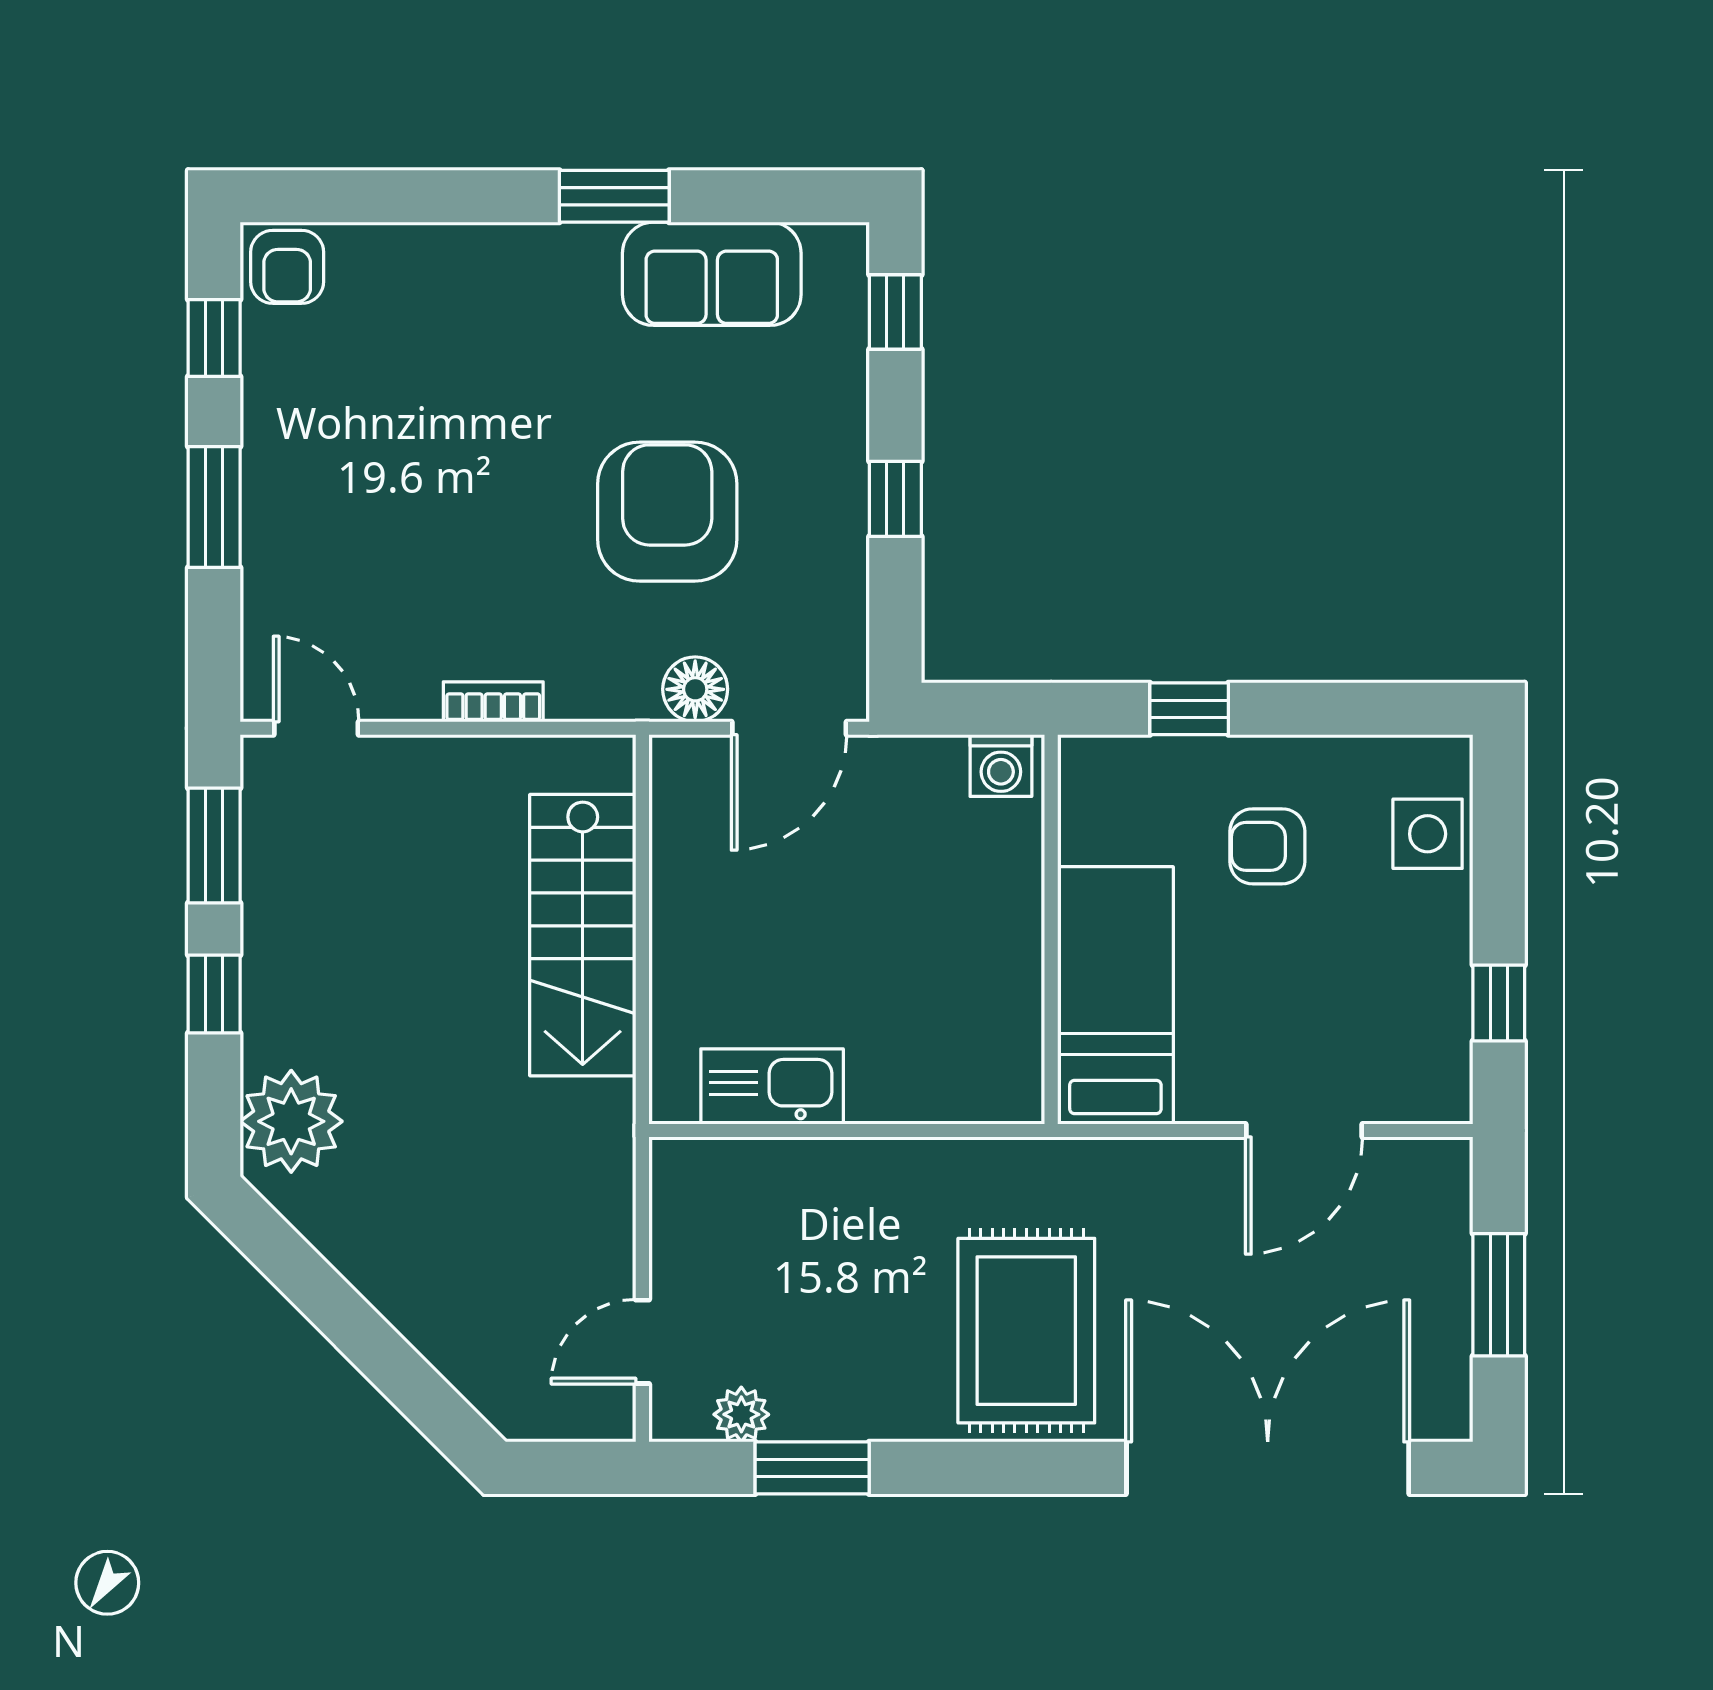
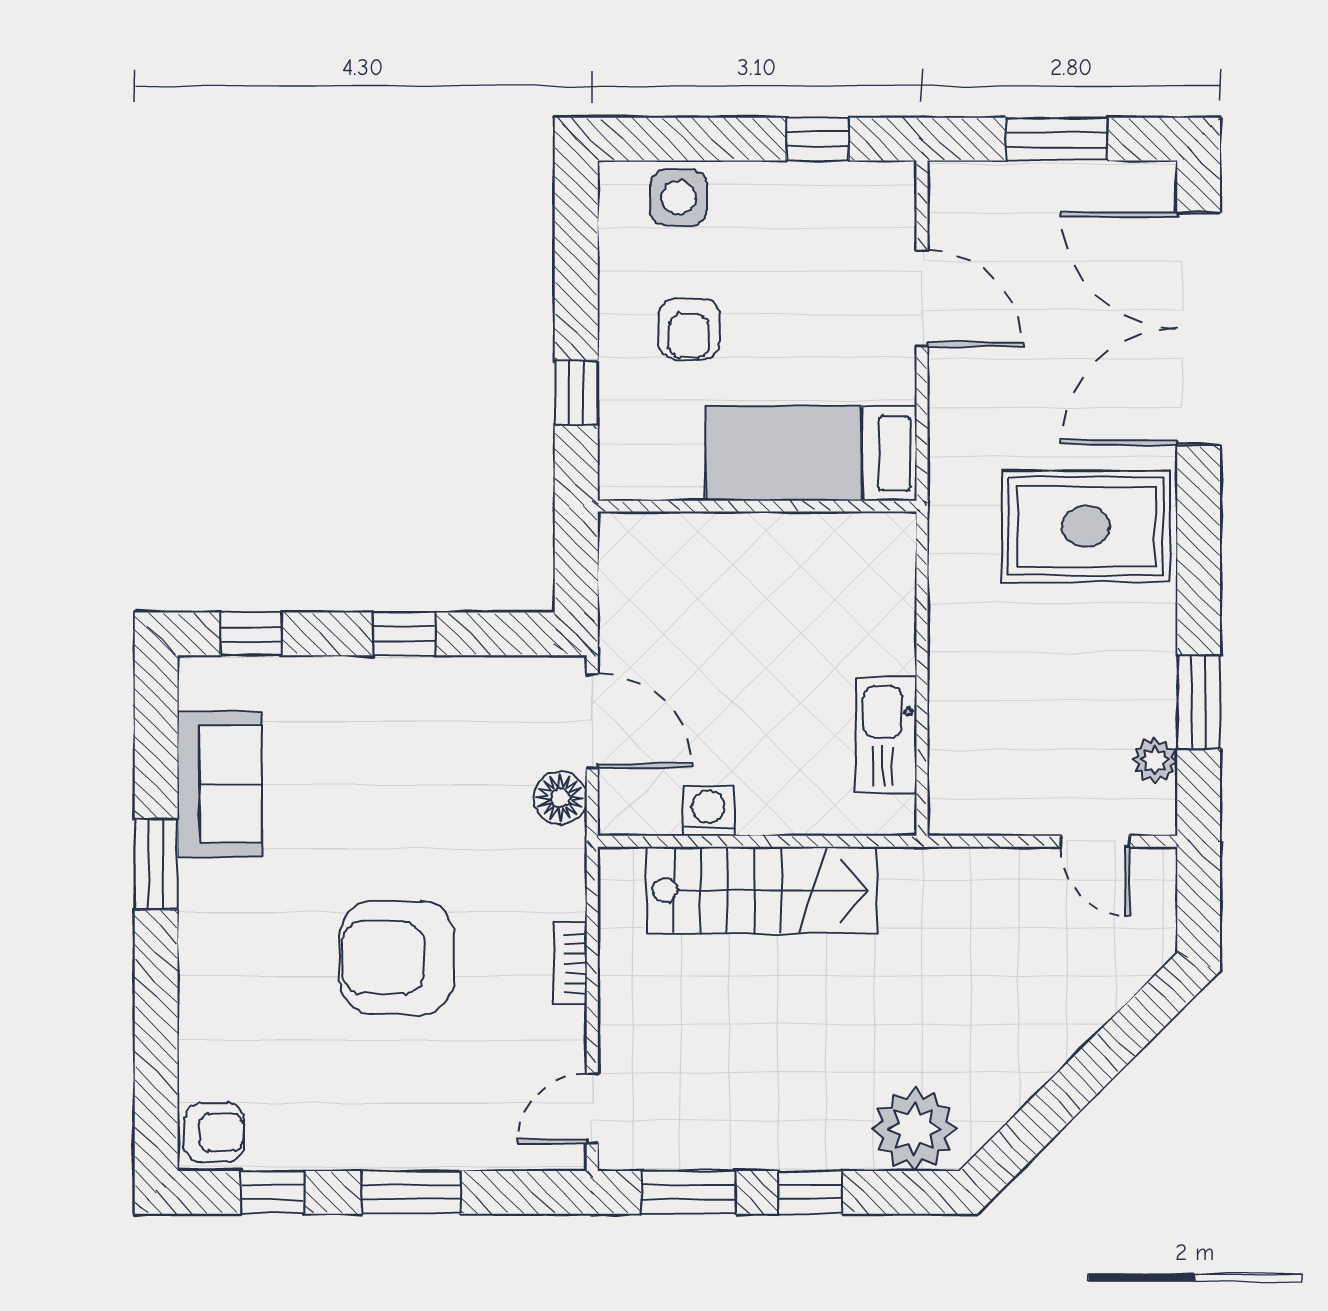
armchair: (667, 512) -> (397, 958), moved
washing machine: (1001, 766) -> (708, 811), moved, turned -90

